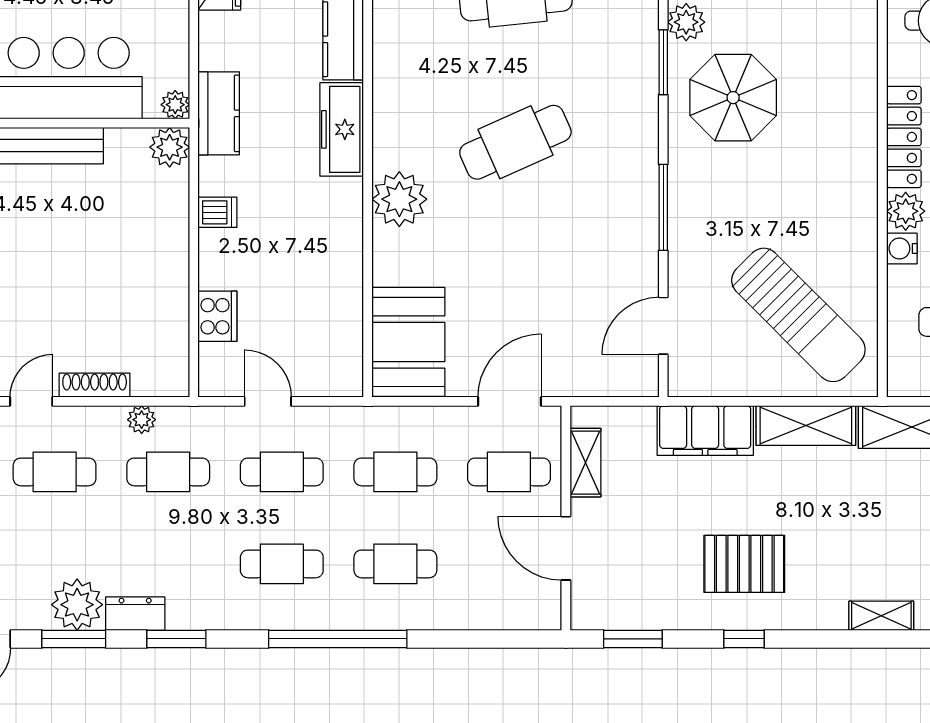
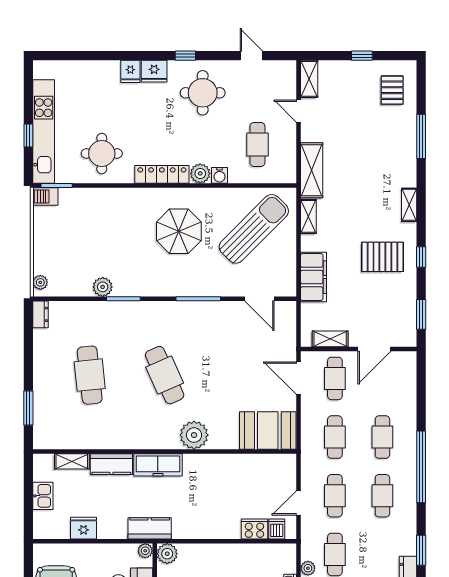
parasol: (733, 98) -> (179, 231), moved
dishwasher: (217, 212) -> (277, 529), moved
shelving: (806, 425) -> (308, 216), width x0.67, depth x0.75
pallet: (744, 564) -> (382, 257), turned 90
shelving: (881, 616) -> (409, 205), moved

